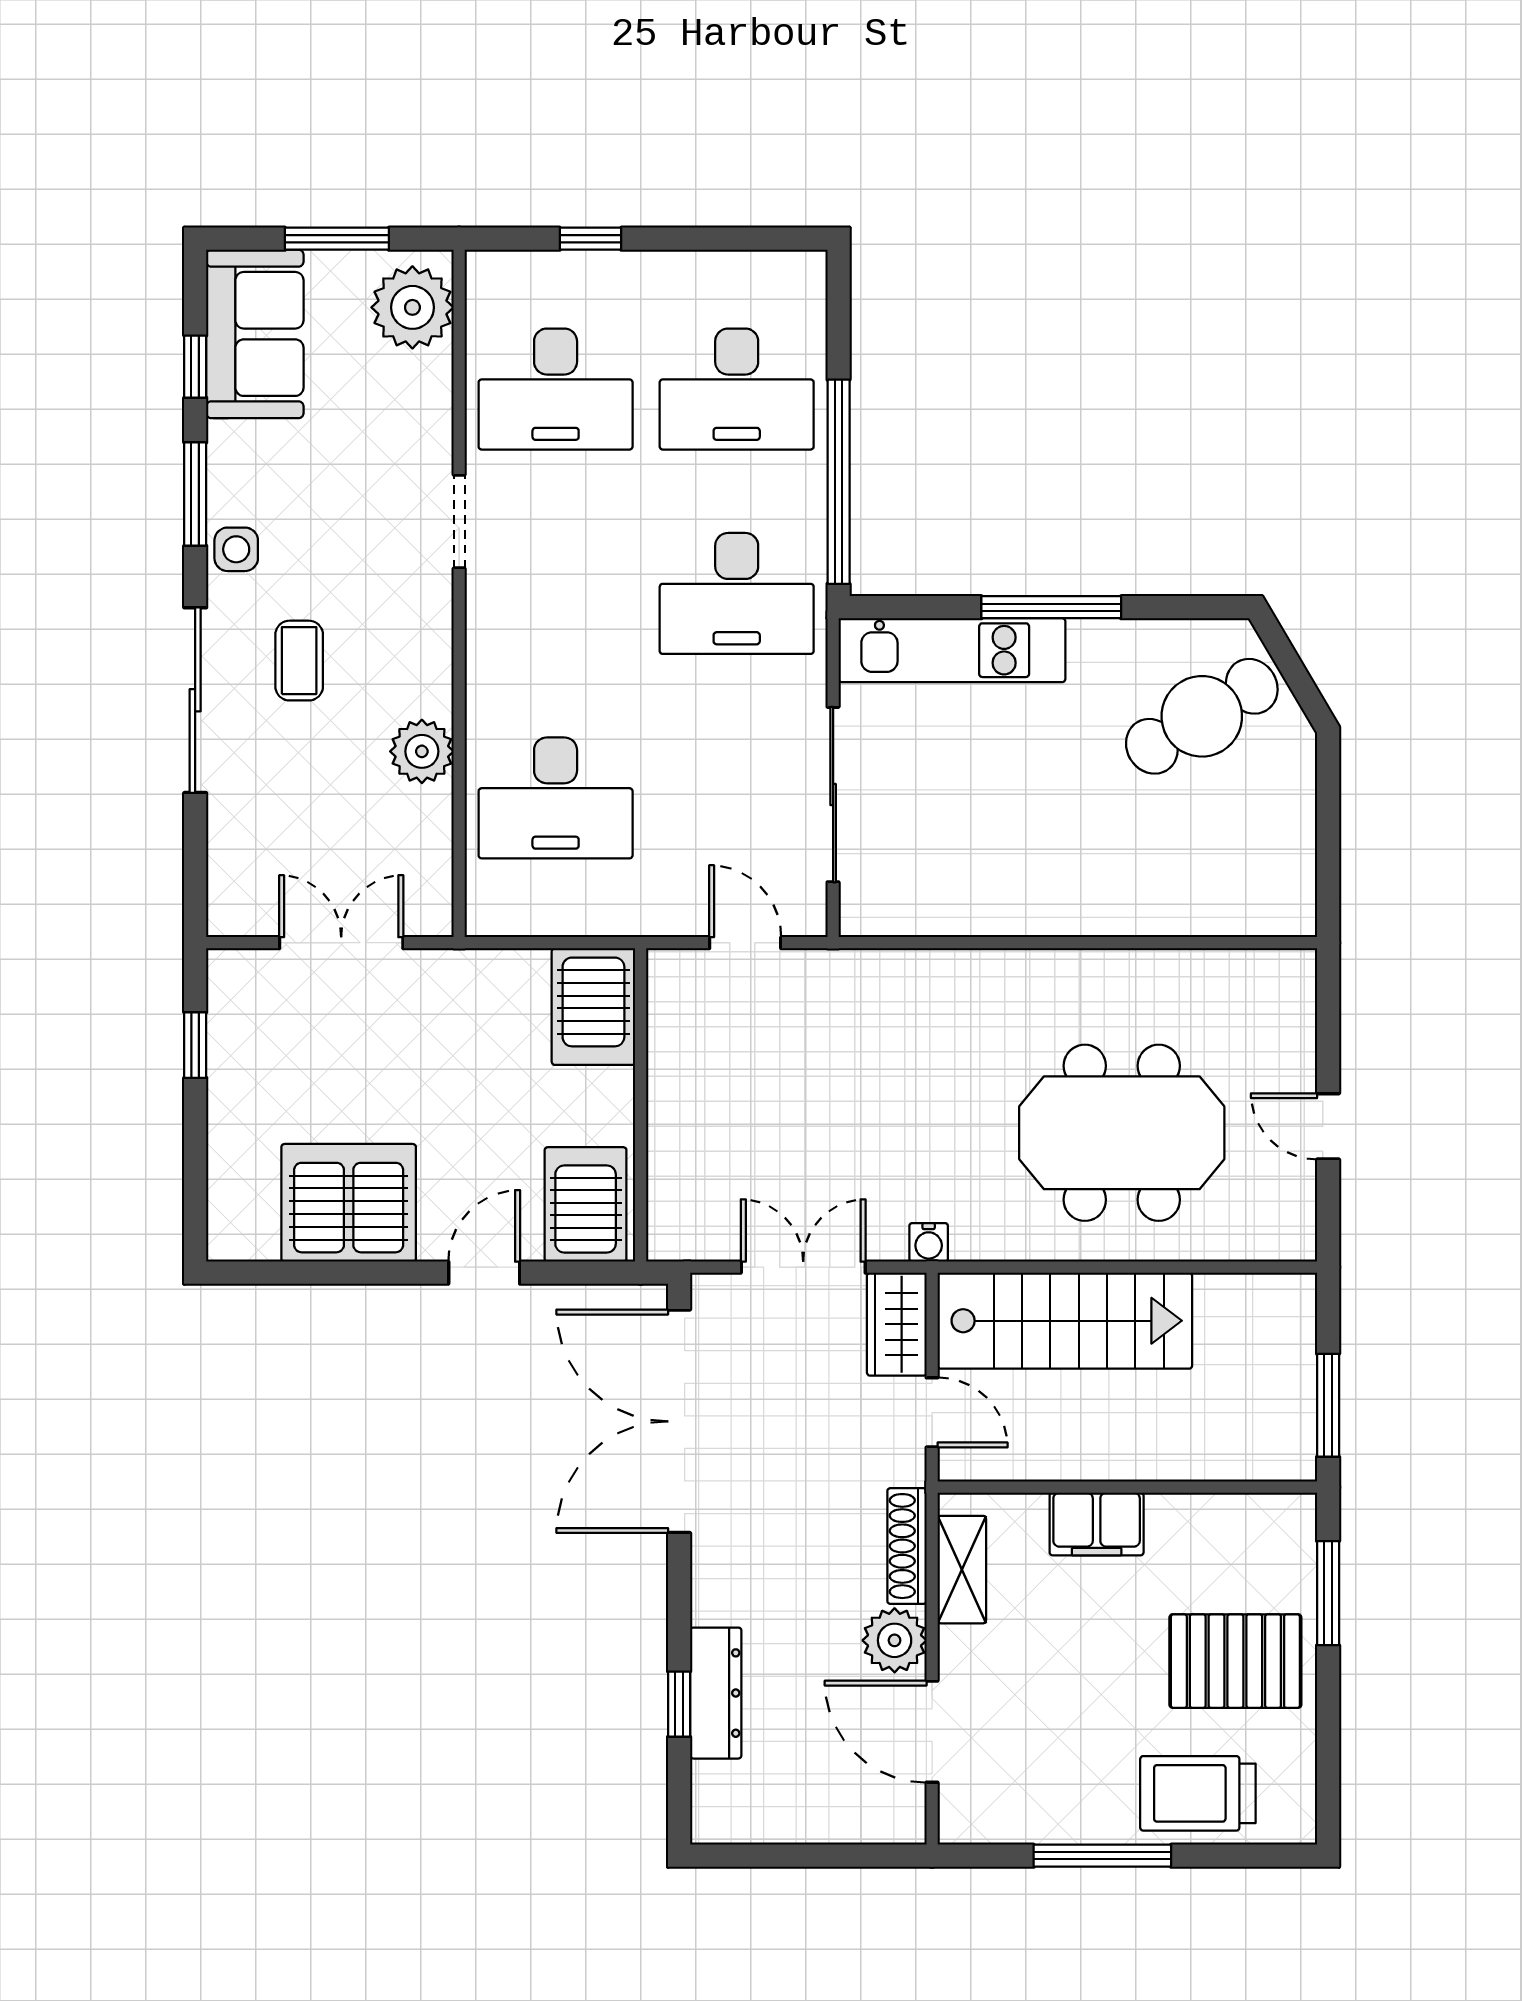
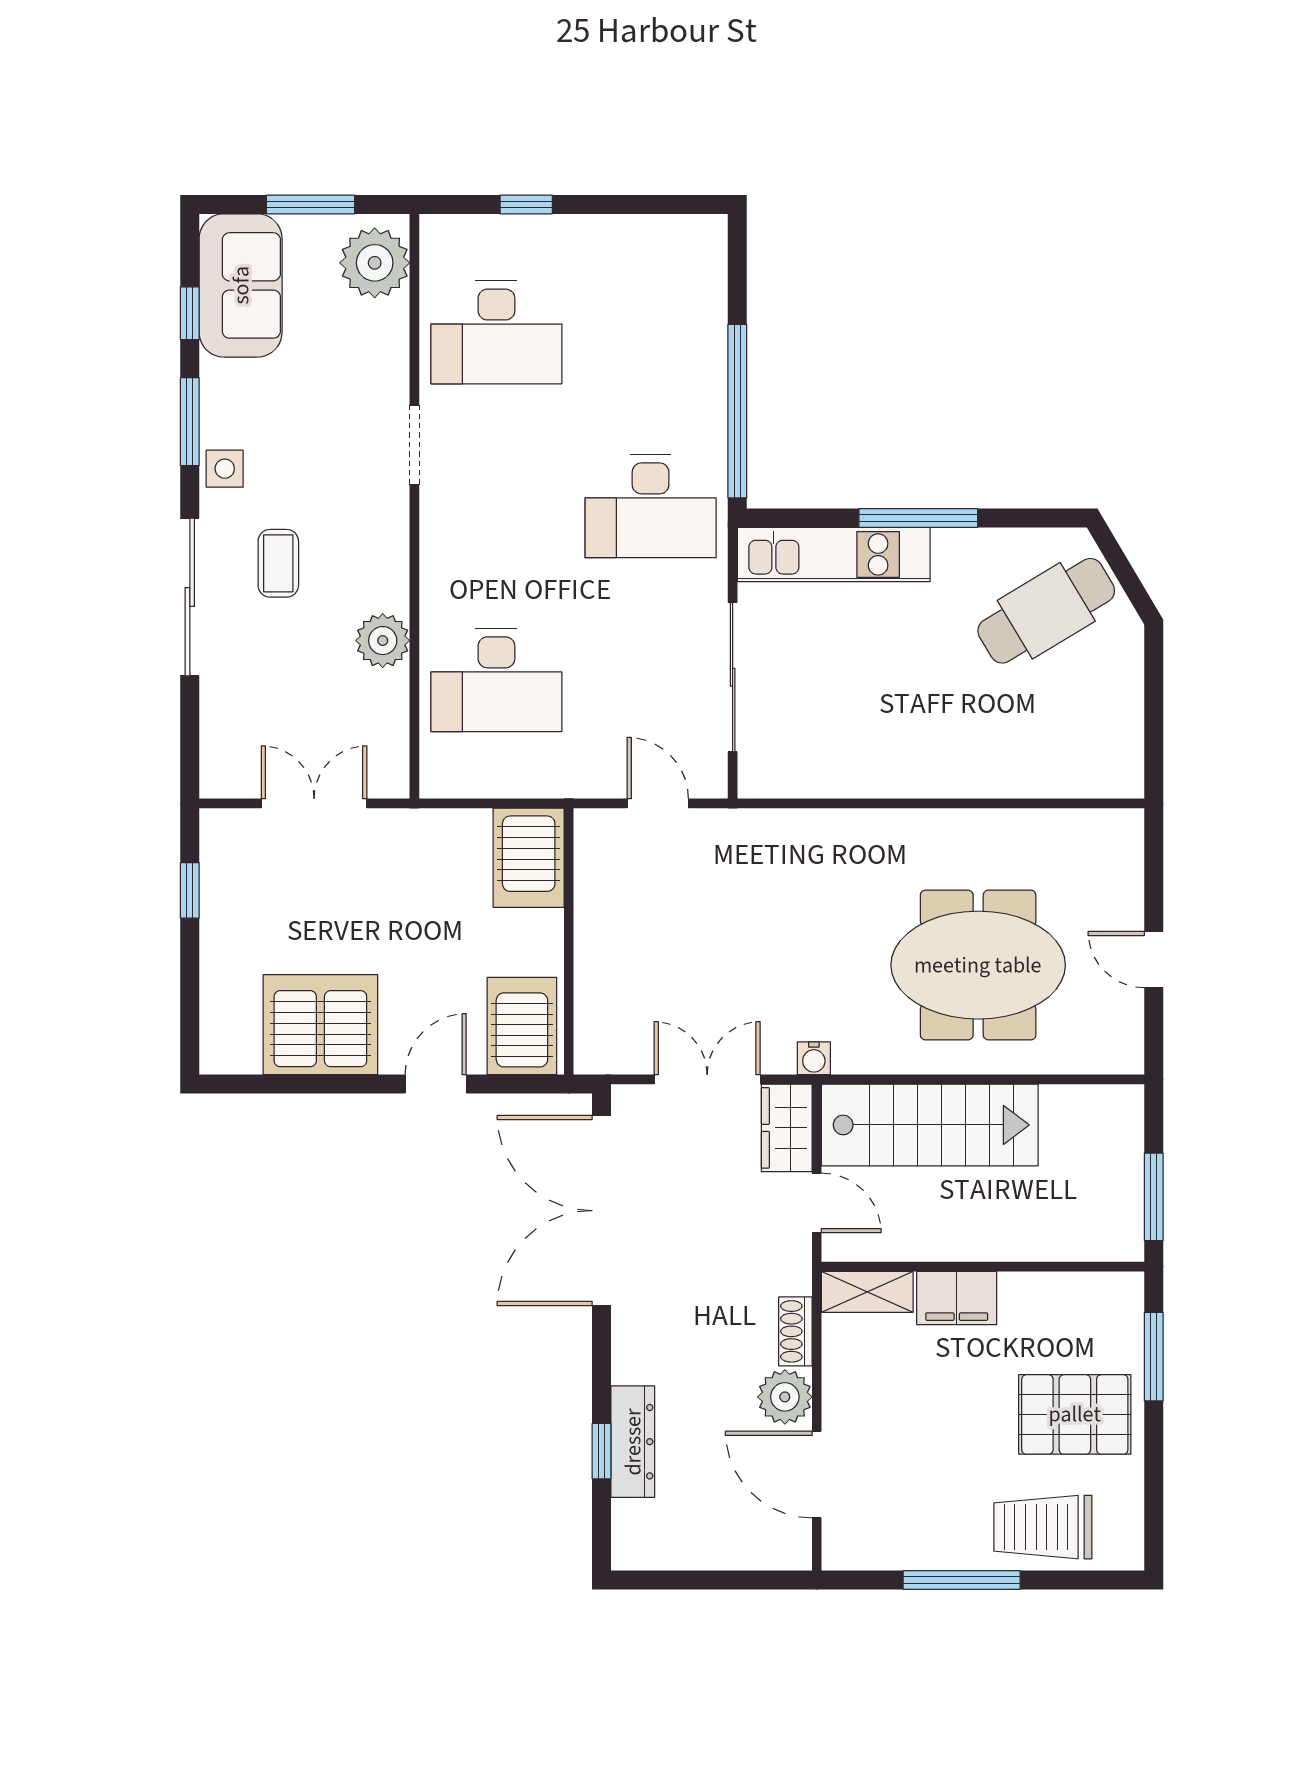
desk: (737, 389) -> (651, 332), removed
shoe rack: (907, 1546) -> (795, 1331), width x0.70
shelving: (962, 1570) -> (867, 1292), moved, turned 90

